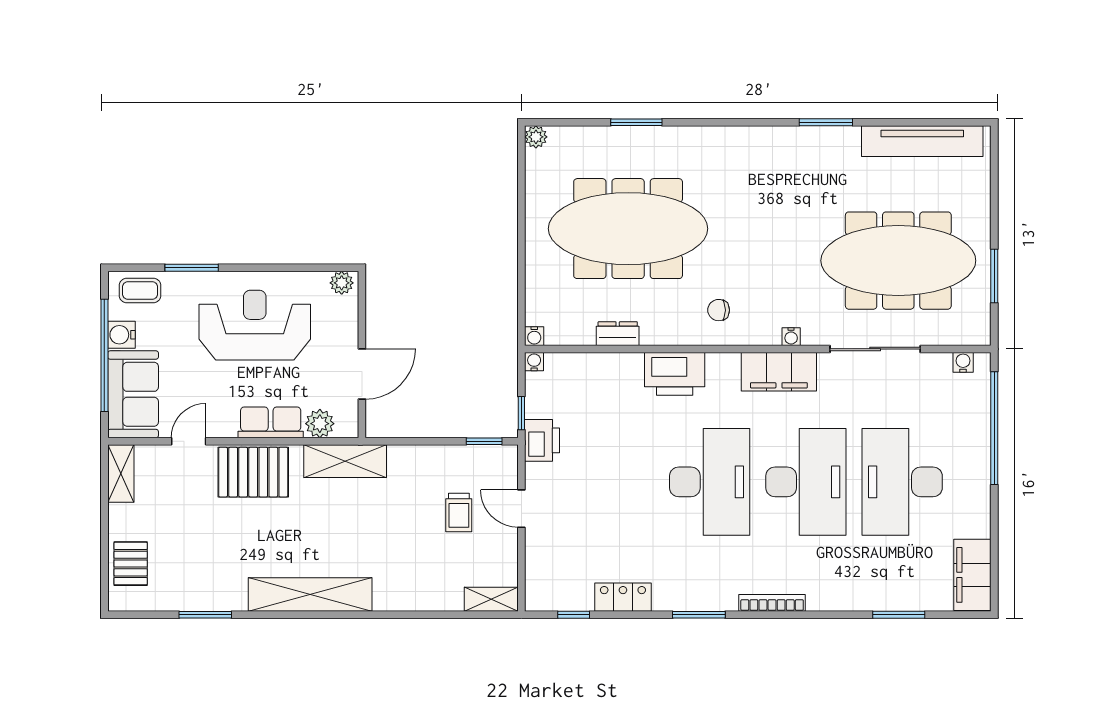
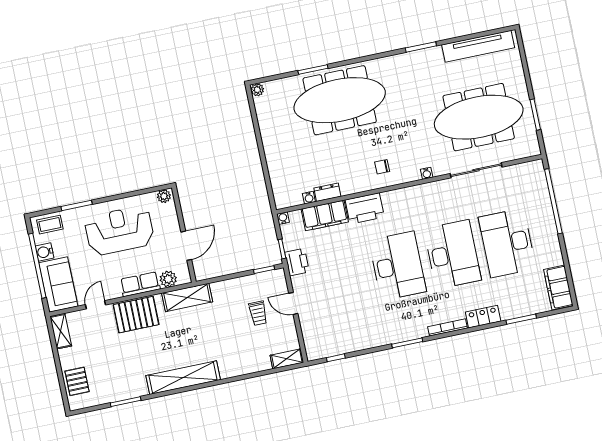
meeting table: (628, 229) -> (340, 100), moved
water cooler: (534, 336) -> (309, 198), moved
water cooler: (963, 362) -> (528, 167), removed
filing cabinet: (779, 372) -> (325, 215), moved
locker: (623, 597) -> (483, 317), moved

